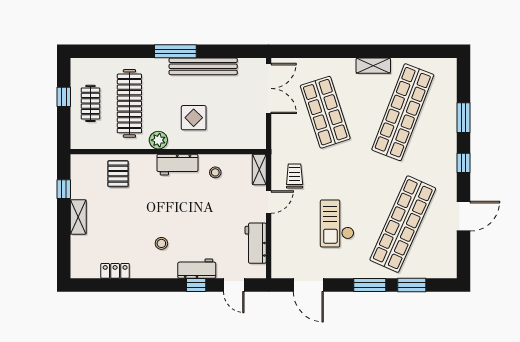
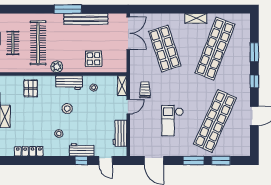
display table: (194, 118) -> (94, 59), moved
stool: (174, 205) -> (67, 109), added
locker: (115, 271) -> (29, 151), width x1.53

